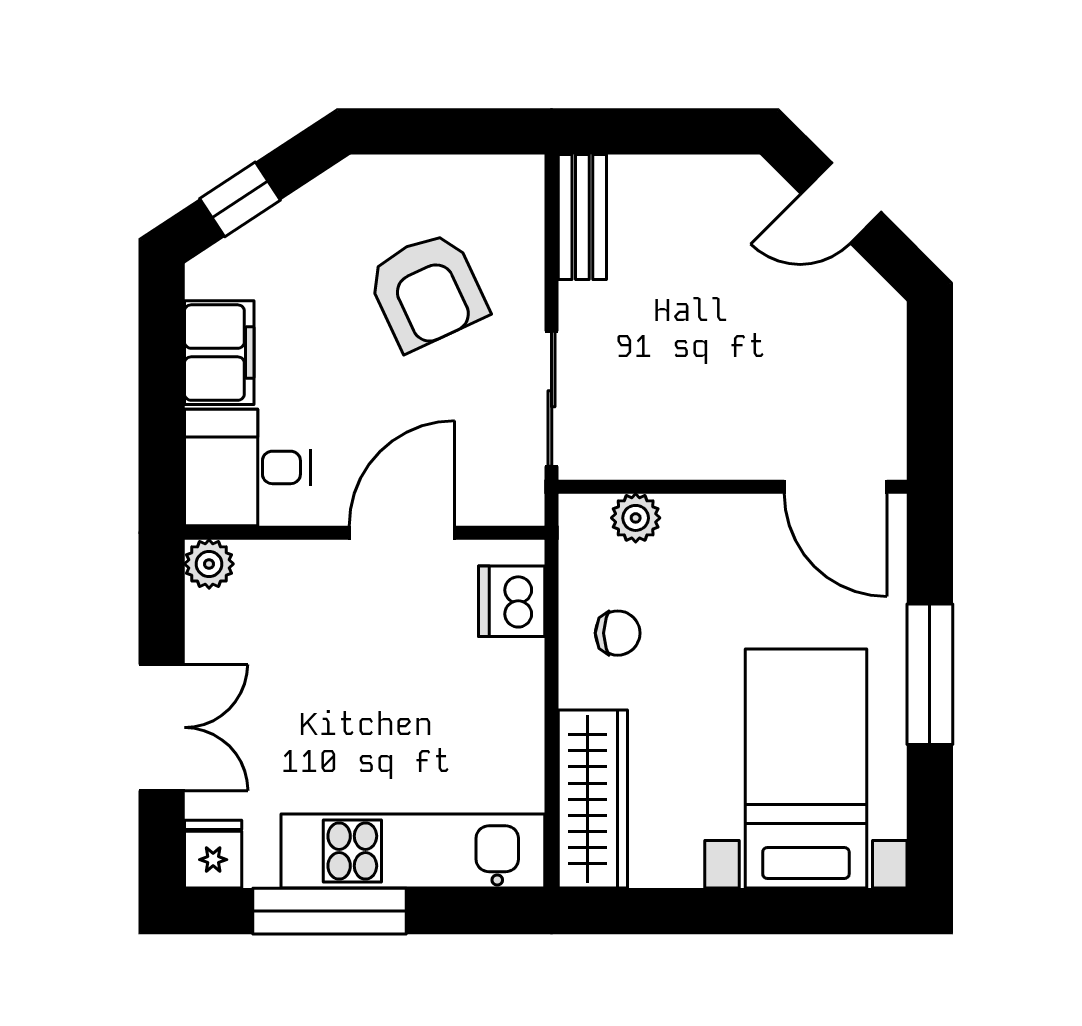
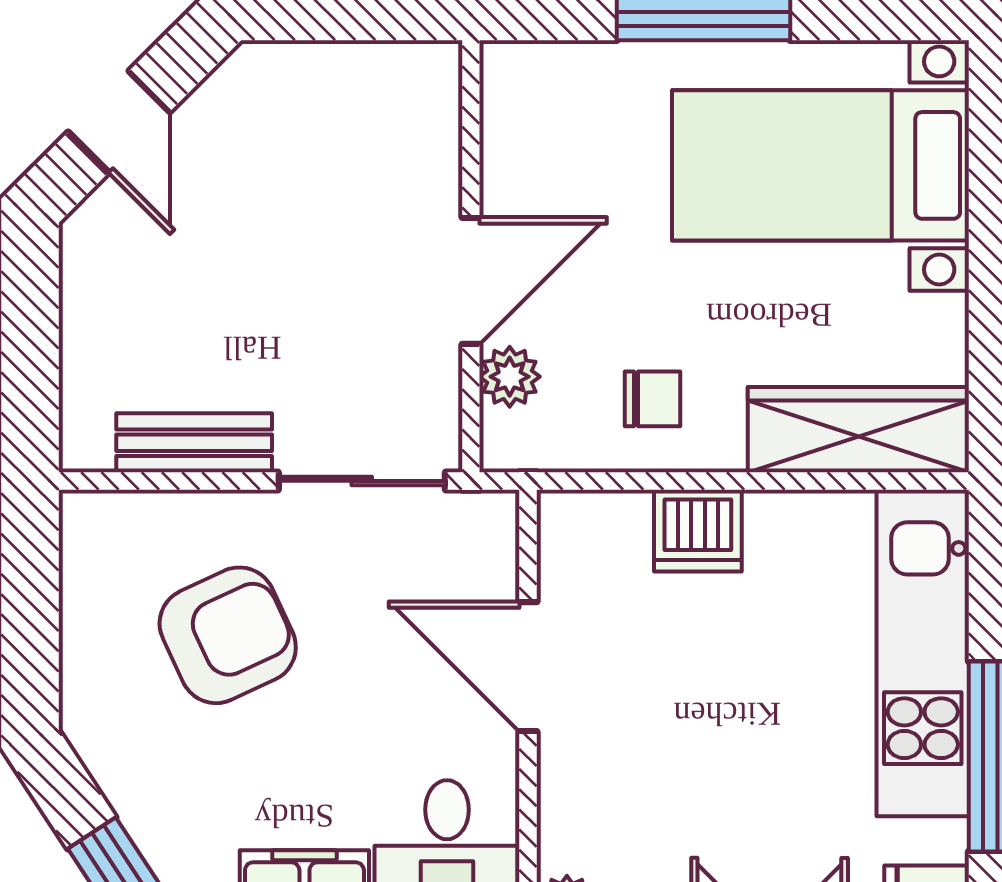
bench: (582, 217) -> (194, 443), moved
door: (836, 487) -> (471, 281), moved
dishwasher: (512, 601) -> (698, 531), moved
chair: (618, 633) -> (652, 399), turned 90

